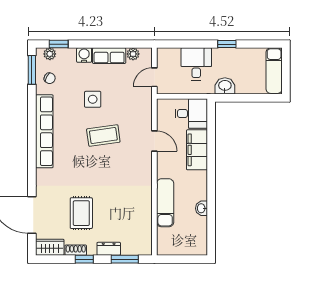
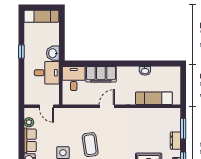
desk: (196, 64) -> (47, 73), moved, turned 180
door: (154, 141) -> (107, 106), moved
exam couch: (165, 203) -> (154, 98), moved

